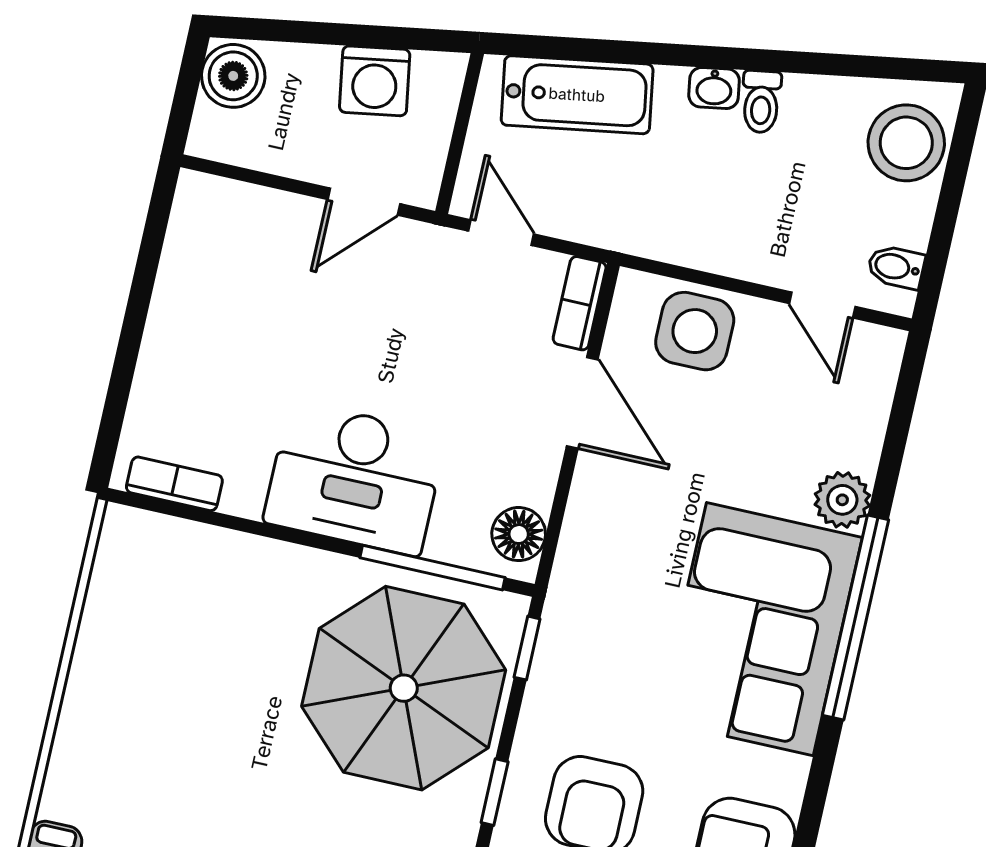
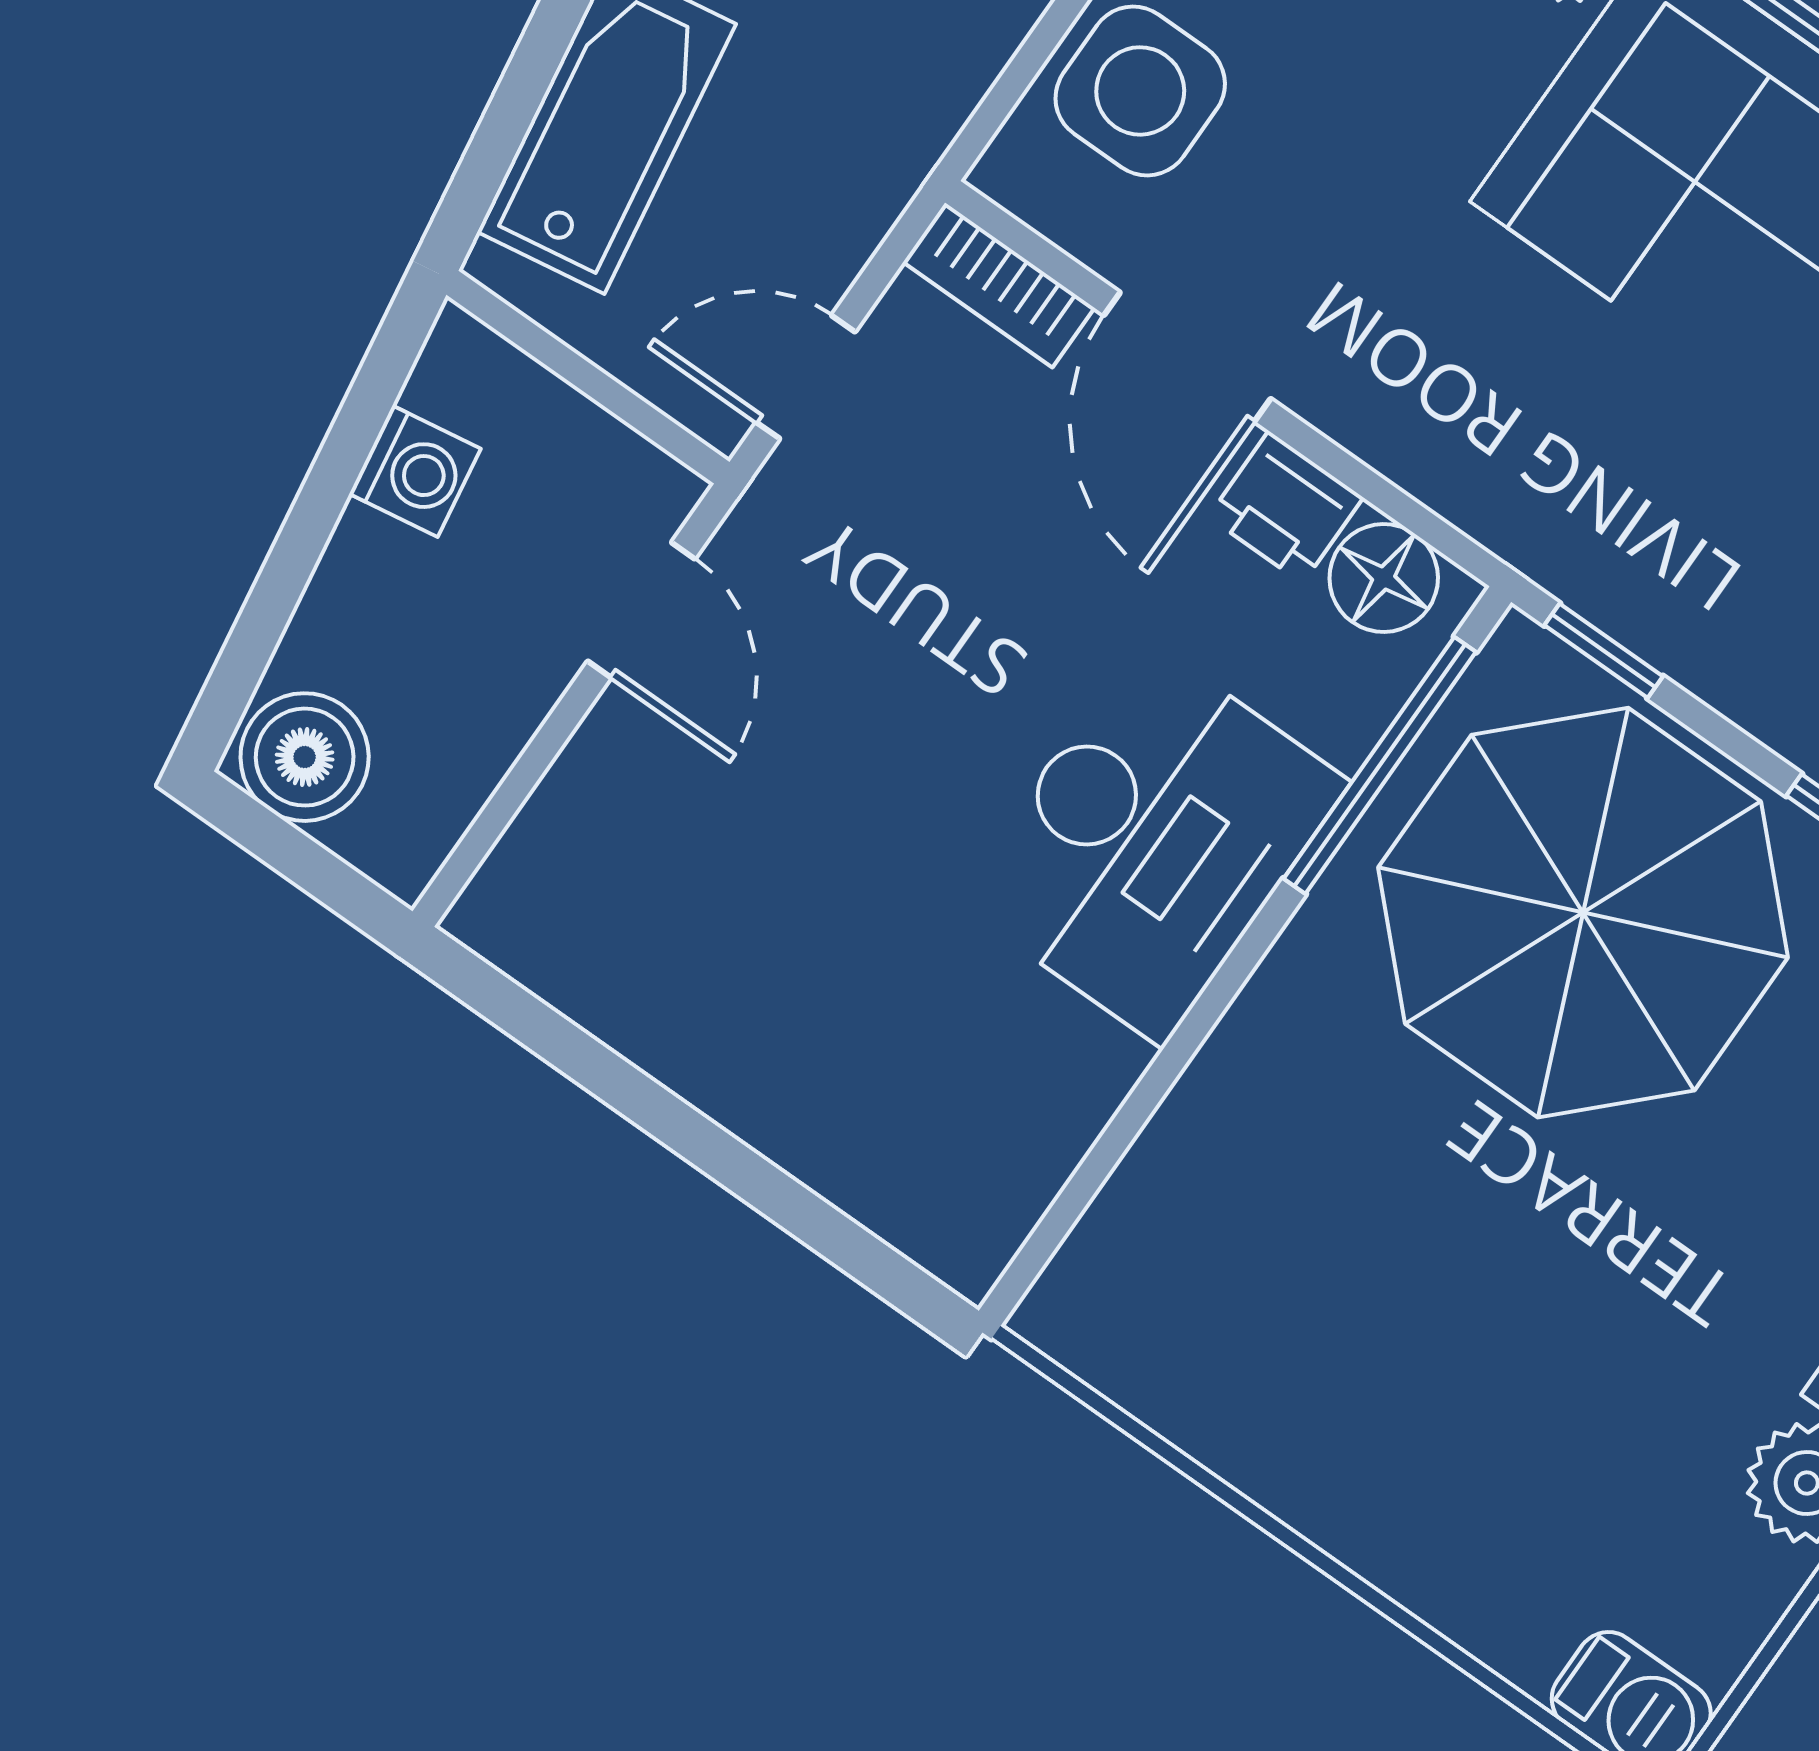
washing machine: (375, 81) -> (415, 471), width x0.73, depth x0.73
door: (582, 403) -> (1187, 357), swing flipped
printer: (532, 476) -> (1286, 507), added
bookcase: (174, 484) -> (1023, 1184), removed

